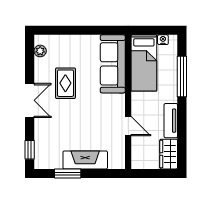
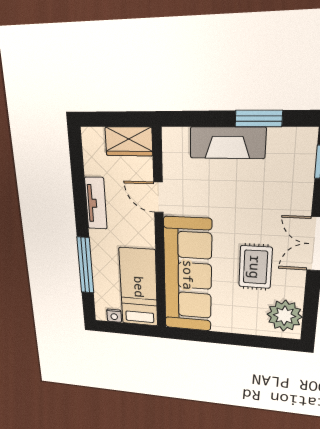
plant: (40, 51) -> (284, 316), width x1.88, depth x1.88
sofa: (113, 64) -> (188, 275), width x1.36, depth x1.27
wardrobe: (169, 154) -> (129, 141), moved, turned 90

